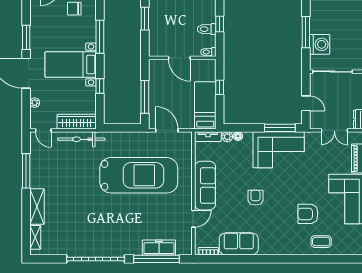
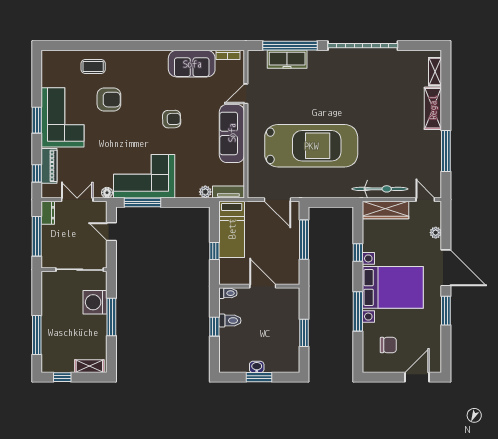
bed with nightstands: (71, 64) -> (393, 287), width x1.36
floor lamp: (238, 136) -> (107, 193), moved
car: (139, 175) -> (311, 146), turned 180
armchair: (256, 198) -> (172, 119), turned -92

